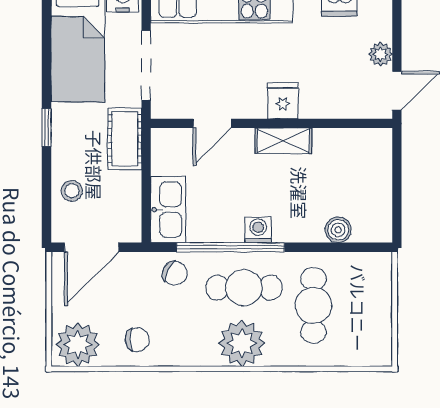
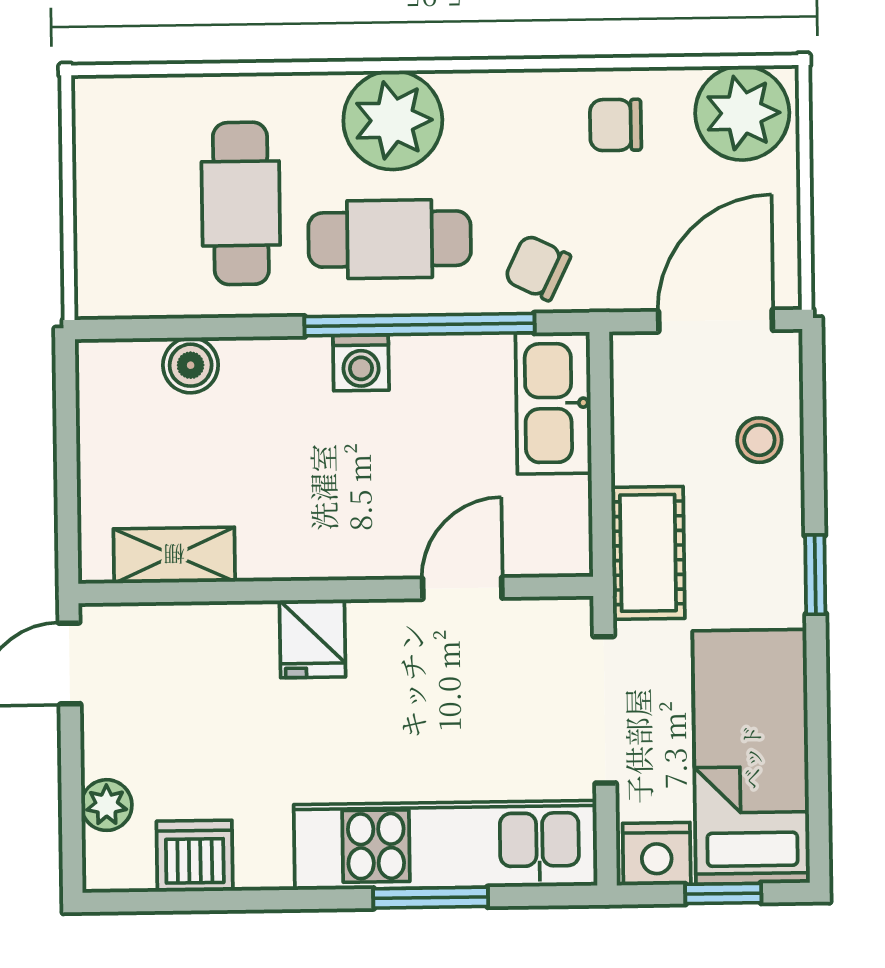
plant: (380, 54) -> (107, 805), moved
shelving: (283, 141) -> (174, 555), moved

